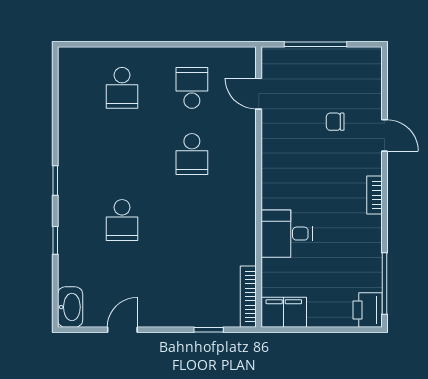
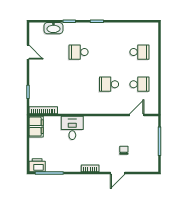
school desk: (122, 88) -> (139, 52), turned 180
washbasin: (70, 307) -> (53, 28), moved

